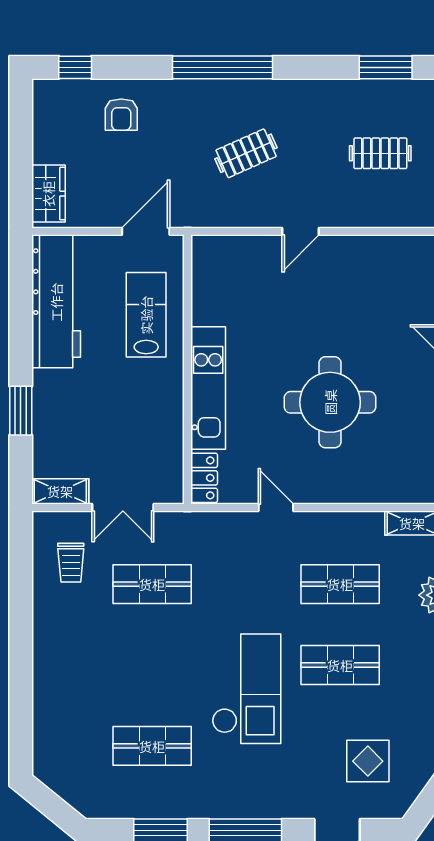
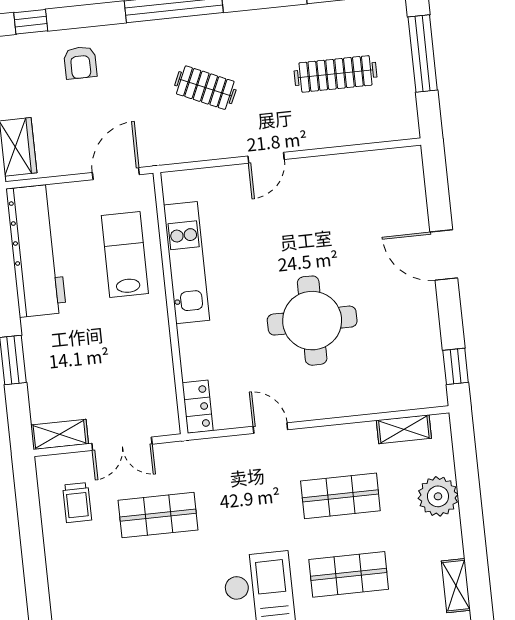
clothes rail: (246, 153) -> (205, 88), turned 48
clothes rail: (380, 153) -> (336, 74), width x1.36
kitchen unit: (208, 388) -> (187, 263), moved

